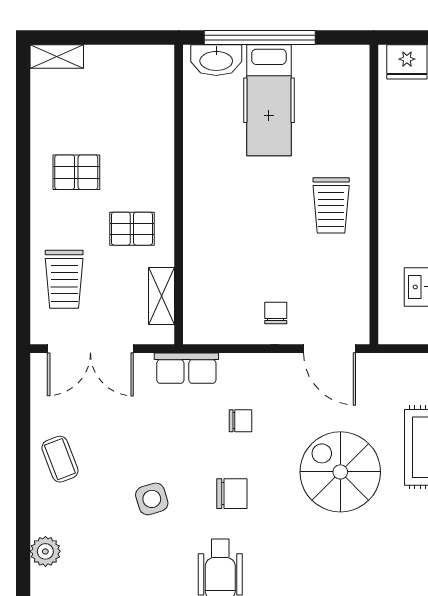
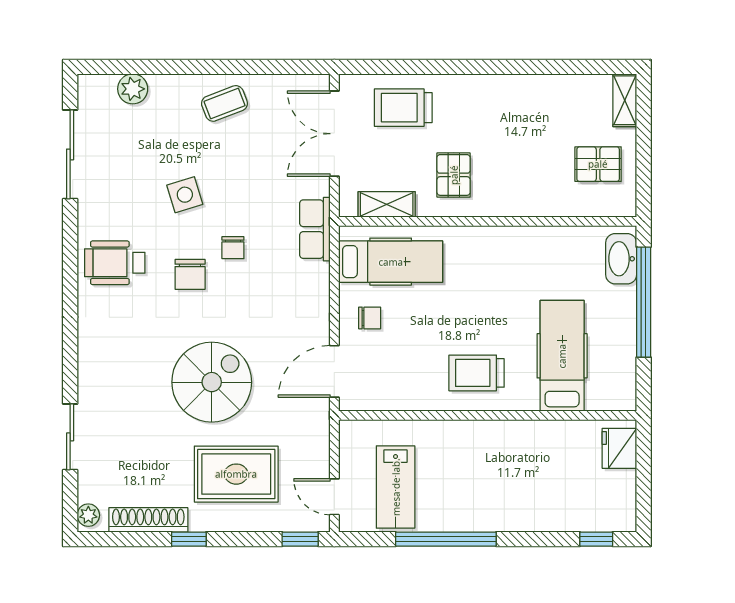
hospital bed: (269, 100) -> (562, 356), moved, turned 90
pallet: (76, 172) -> (598, 164), moved, turned 90
hospital bed: (219, 292) -> (391, 262), added
chair: (241, 421) -> (233, 248), moved

